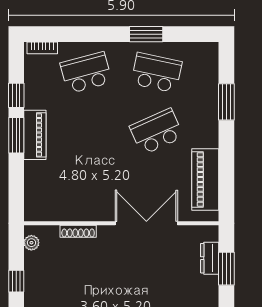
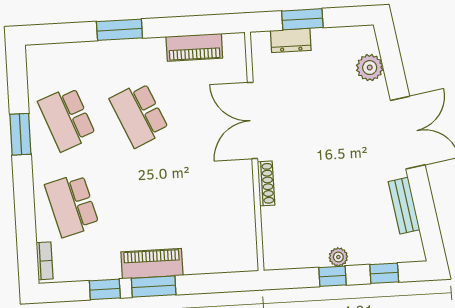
school desk: (157, 73) -> (67, 119), turned -33
window: (226, 102) -> (119, 30), moved
piano: (205, 179) -> (194, 47), width x0.73, depth x0.75
shoe rack: (78, 231) -> (266, 183), moved
plant: (31, 243) -> (338, 257), moved

